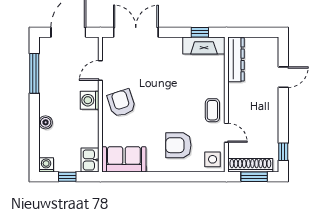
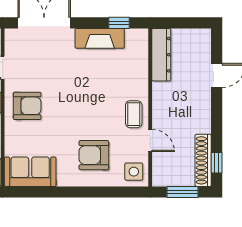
fireplace: (204, 45) -> (100, 38), moved
armchair: (121, 103) -> (27, 106), turned 108
shoe rack: (250, 165) -> (203, 160), moved, turned -90

